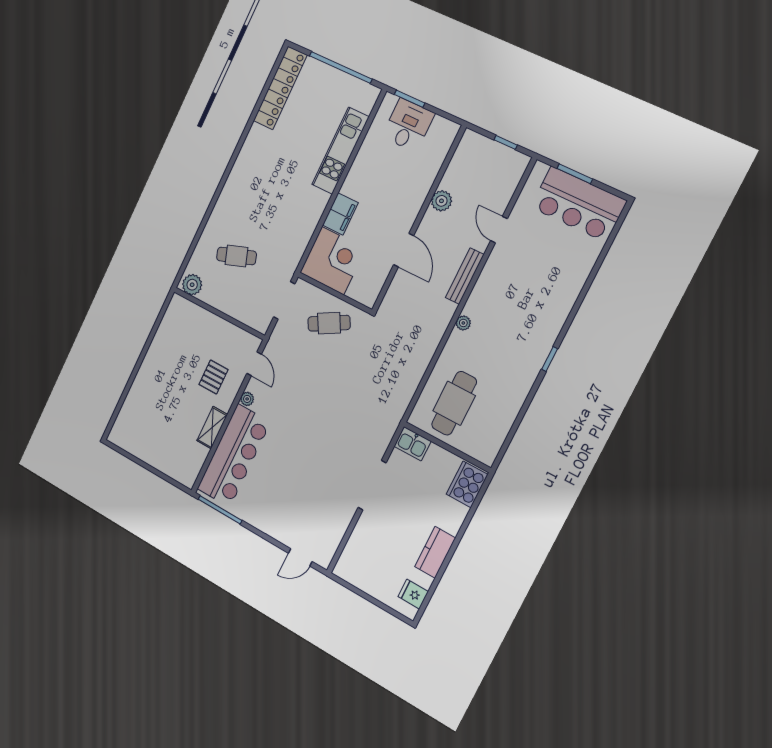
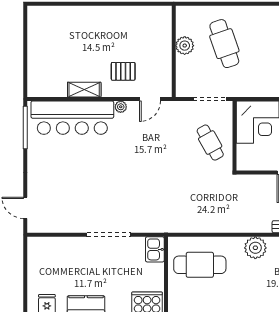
cafe table: (236, 256) -> (224, 44), width x1.37, depth x1.35
plant: (192, 285) -> (185, 46), moved
plant: (463, 323) -> (255, 248), width x1.88, depth x1.88

